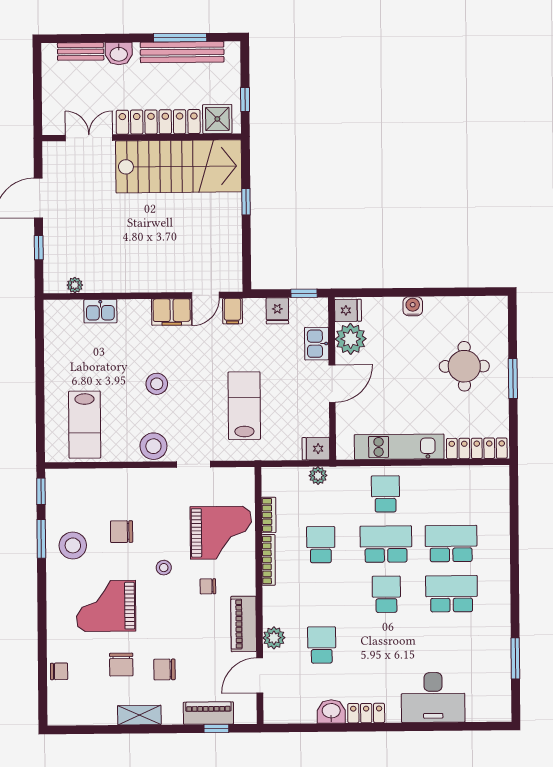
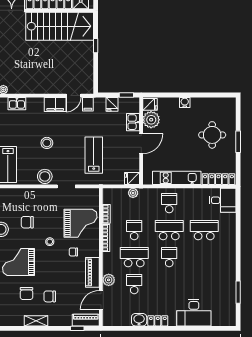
desk: (485, 488) -> (223, 200), added
school desk: (452, 594) -> (134, 257), moved
piano: (208, 713) -> (86, 320), moved

